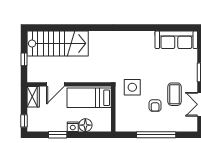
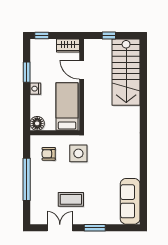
armchair: (155, 106) -> (49, 154), moved
floor lamp: (85, 125) -> (37, 123), moved

